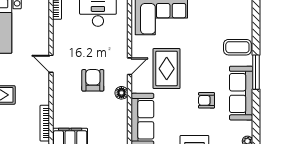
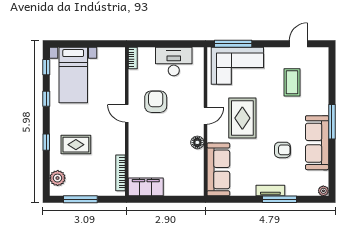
coffee table: (237, 47) -> (292, 82), moved, turned 90
armchair: (93, 80) -> (156, 102), moved
armchair: (206, 100) -> (282, 150), turned 180

